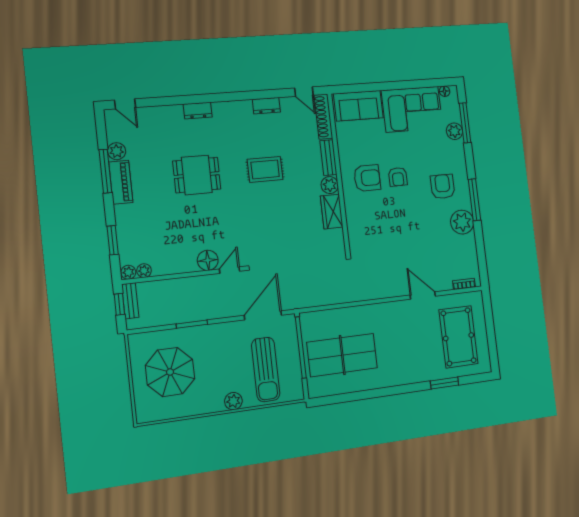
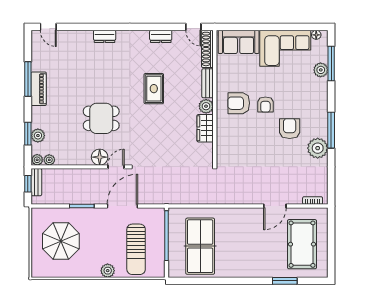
plant: (117, 151) -> (38, 136), moved
rug: (265, 169) -> (154, 89), turned 90
dining table: (197, 175) -> (101, 118), moved
armchair: (367, 178) -> (239, 103), turned 180
armchair: (443, 187) -> (290, 129), moved
door: (423, 296) -> (275, 206), swing flipped
door: (263, 315) -> (122, 206), moved
table tennis table: (342, 355) -> (200, 246), turned 90

